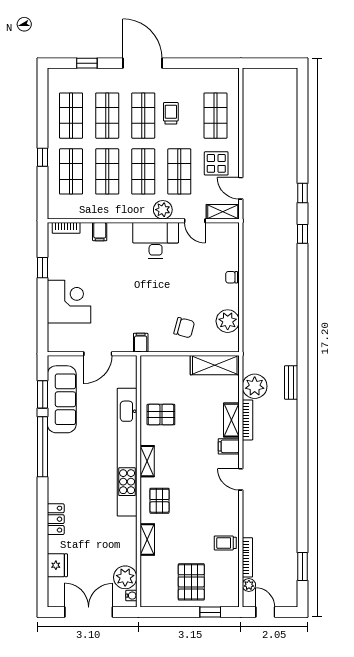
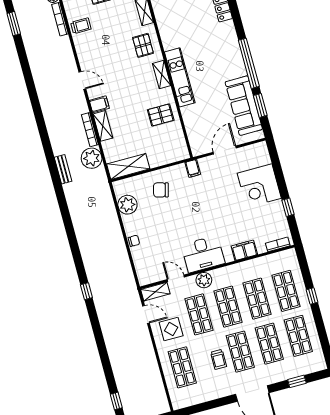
window: (302, 193) -> (116, 401), moved
filing cabinet: (100, 232) -> (244, 250), width x2.00
kitchen unit: (127, 452) -> (180, 77), width x0.54

